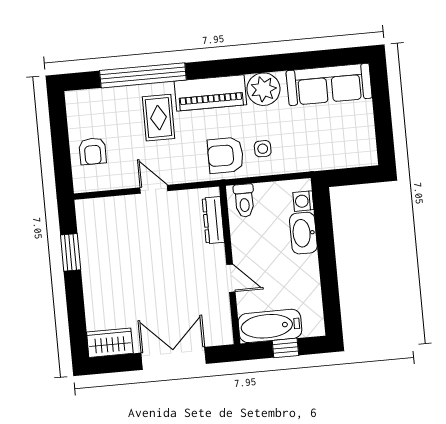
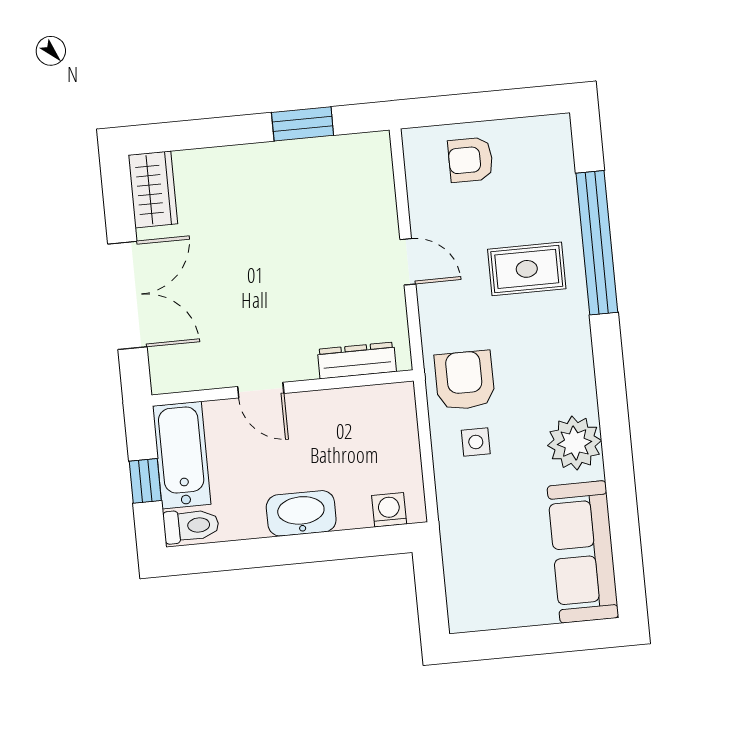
piano: (210, 93) -> (568, 355), removed
door: (154, 189) -> (408, 262), hinge flipped
toilet: (244, 201) -> (191, 526), moved, turned 180
washbasin: (303, 233) -> (301, 513), moved
door: (231, 278) -> (261, 390), hinge flipped

